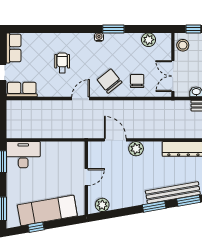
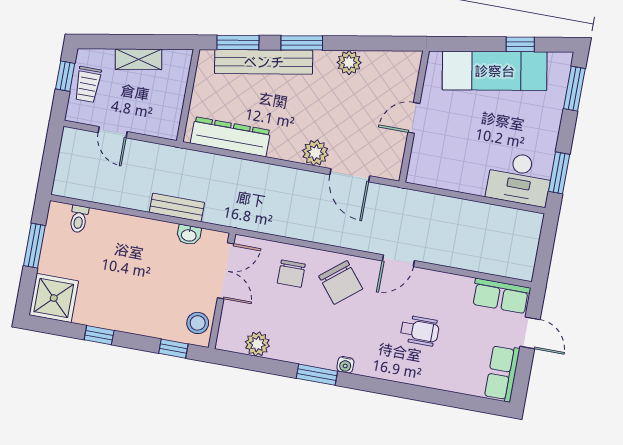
wheelchair: (62, 63) -> (420, 331), turned -90
plant: (102, 205) -> (349, 63), moved

